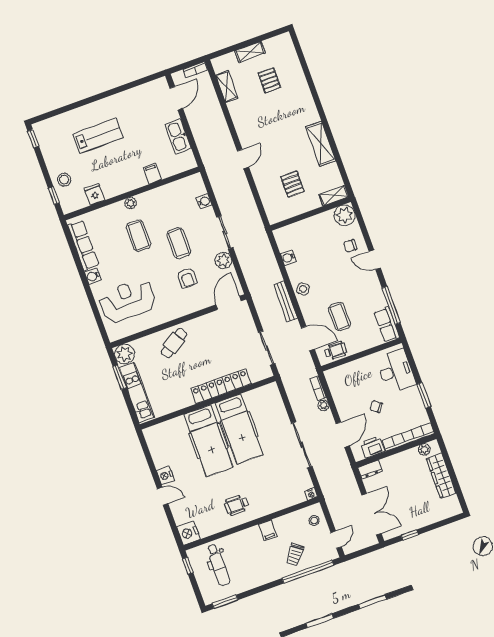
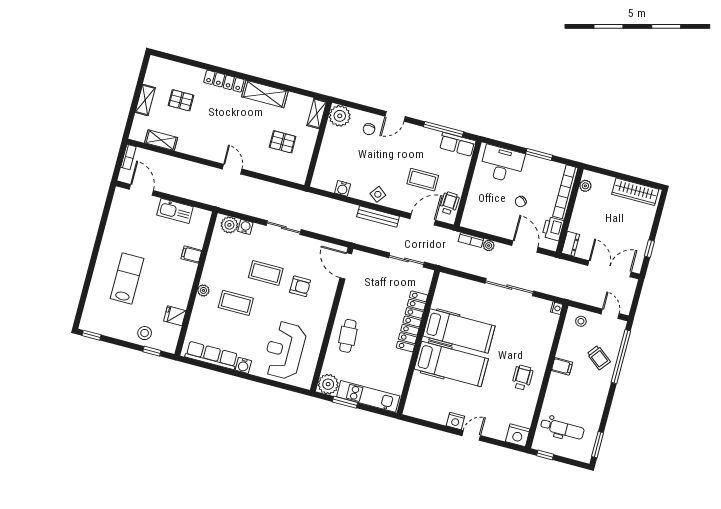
locker: (308, 104) -> (224, 81), added
plant: (223, 260) -> (229, 225), moved
cafe table: (174, 343) -> (348, 336), turned 30
wardrobe: (441, 476) -> (635, 192), moved
wheelchair: (237, 505) -> (522, 378), turned 180

